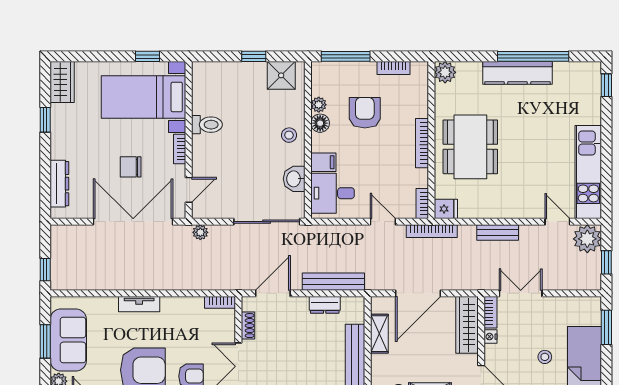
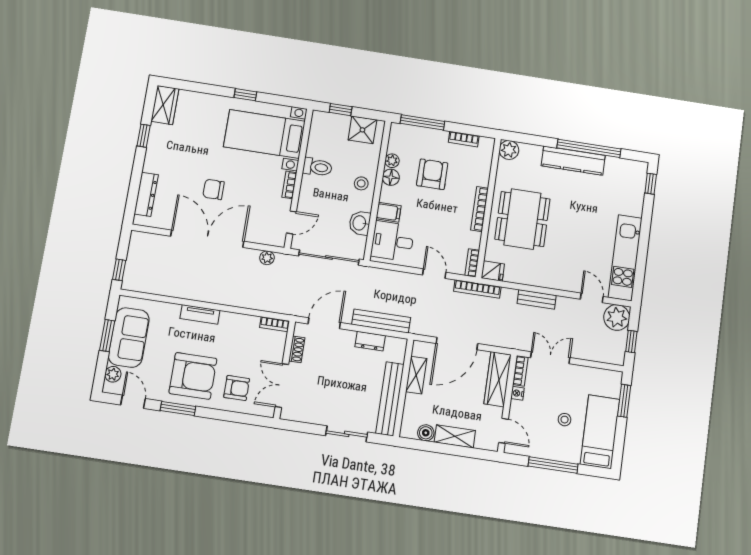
bed with nightstands: (143, 97) -> (264, 134), moved
toilet: (207, 125) -> (317, 167), moved
wall: (189, 140) -> (299, 178), moved
bookcase: (180, 149) -> (289, 185), moved
door: (189, 190) -> (291, 222), moved

